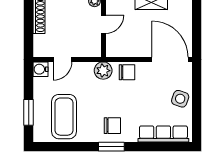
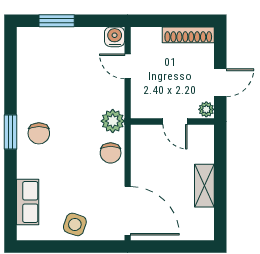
door: (170, 60) -> (128, 211), hinge flipped
coffee table: (64, 117) -> (51, 68), removed
row of seats: (163, 134) -> (28, 202), width x0.68

